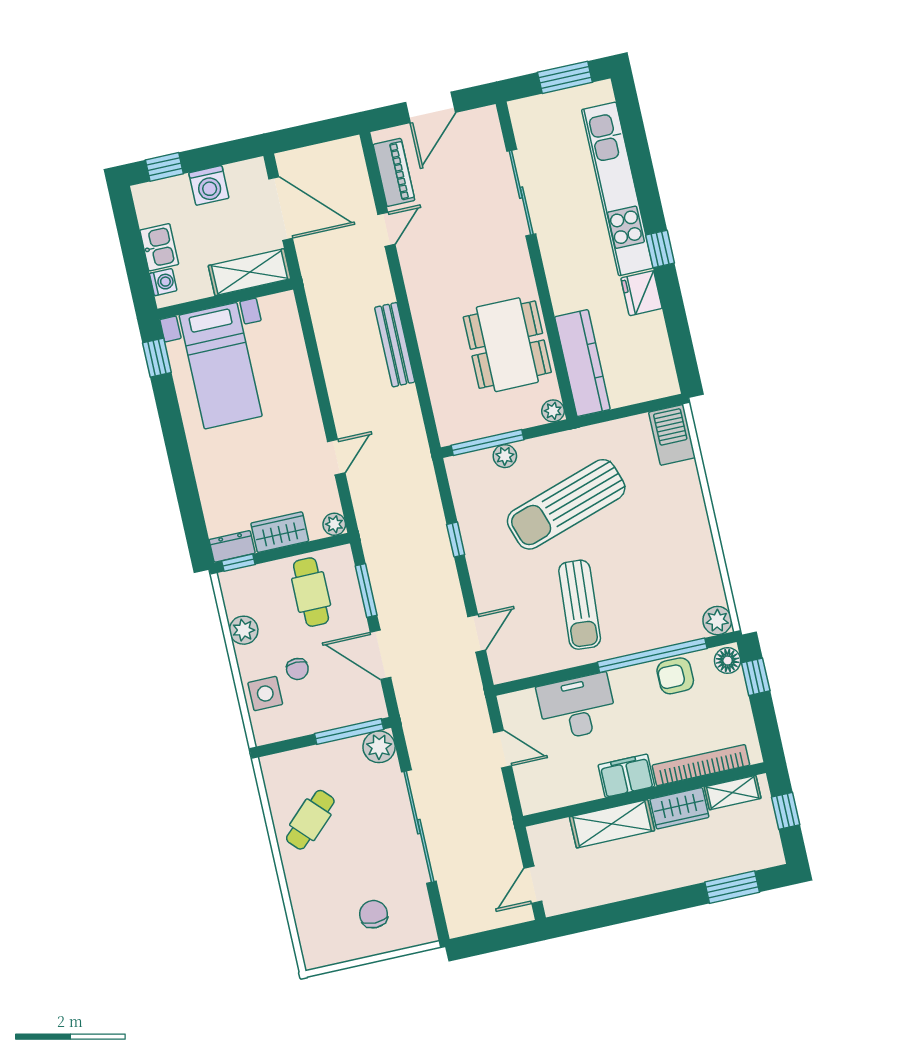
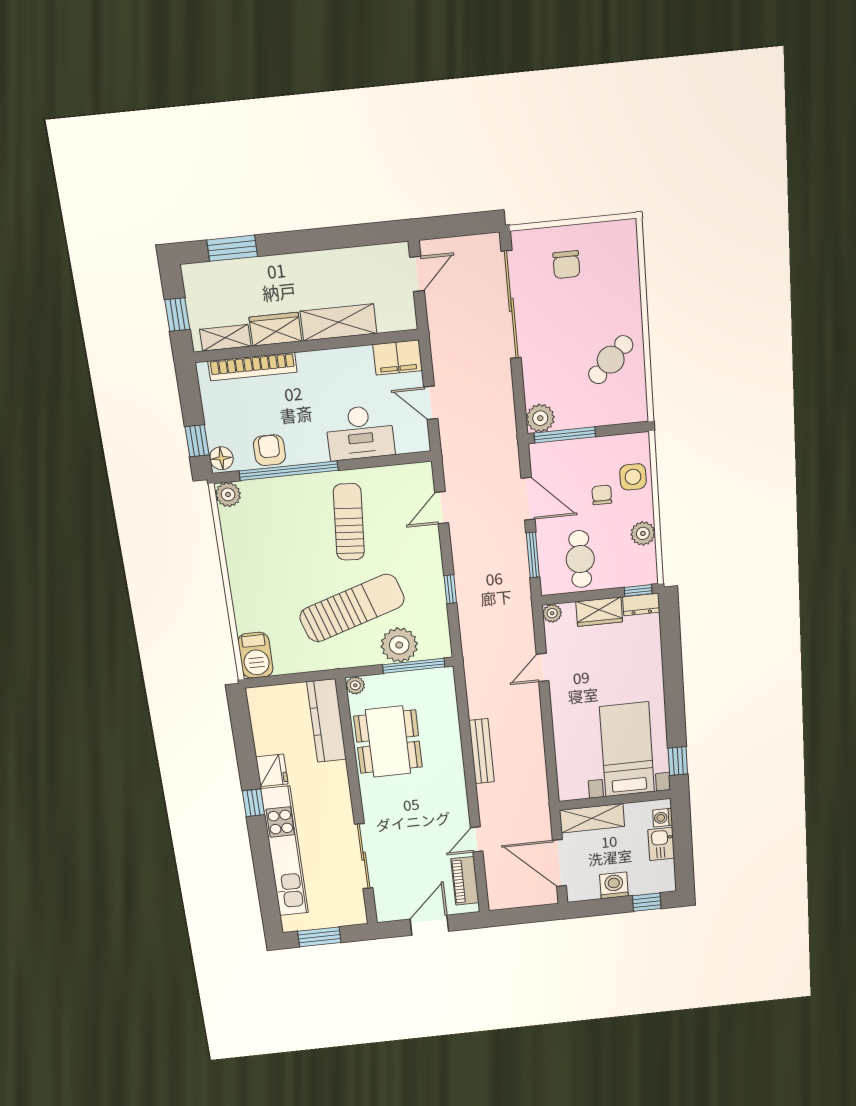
plant: (505, 456) -> (399, 645), width x1.88, depth x1.88
armchair: (675, 676) -> (269, 450), turned -90
filing cabinet: (626, 776) -> (397, 357), moved
sliding door: (419, 827) -> (511, 305), moved

